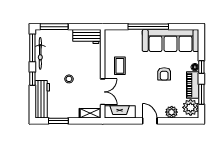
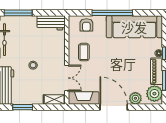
armchair: (164, 74) -> (86, 25), moved
door: (150, 121) -> (114, 107), width x1.88

